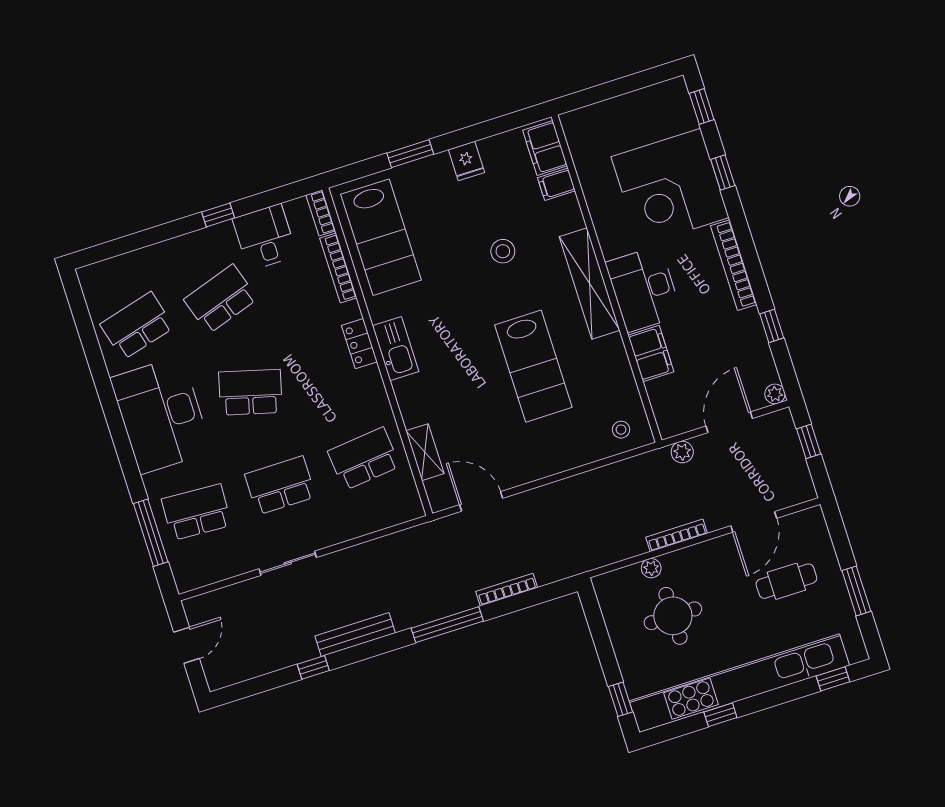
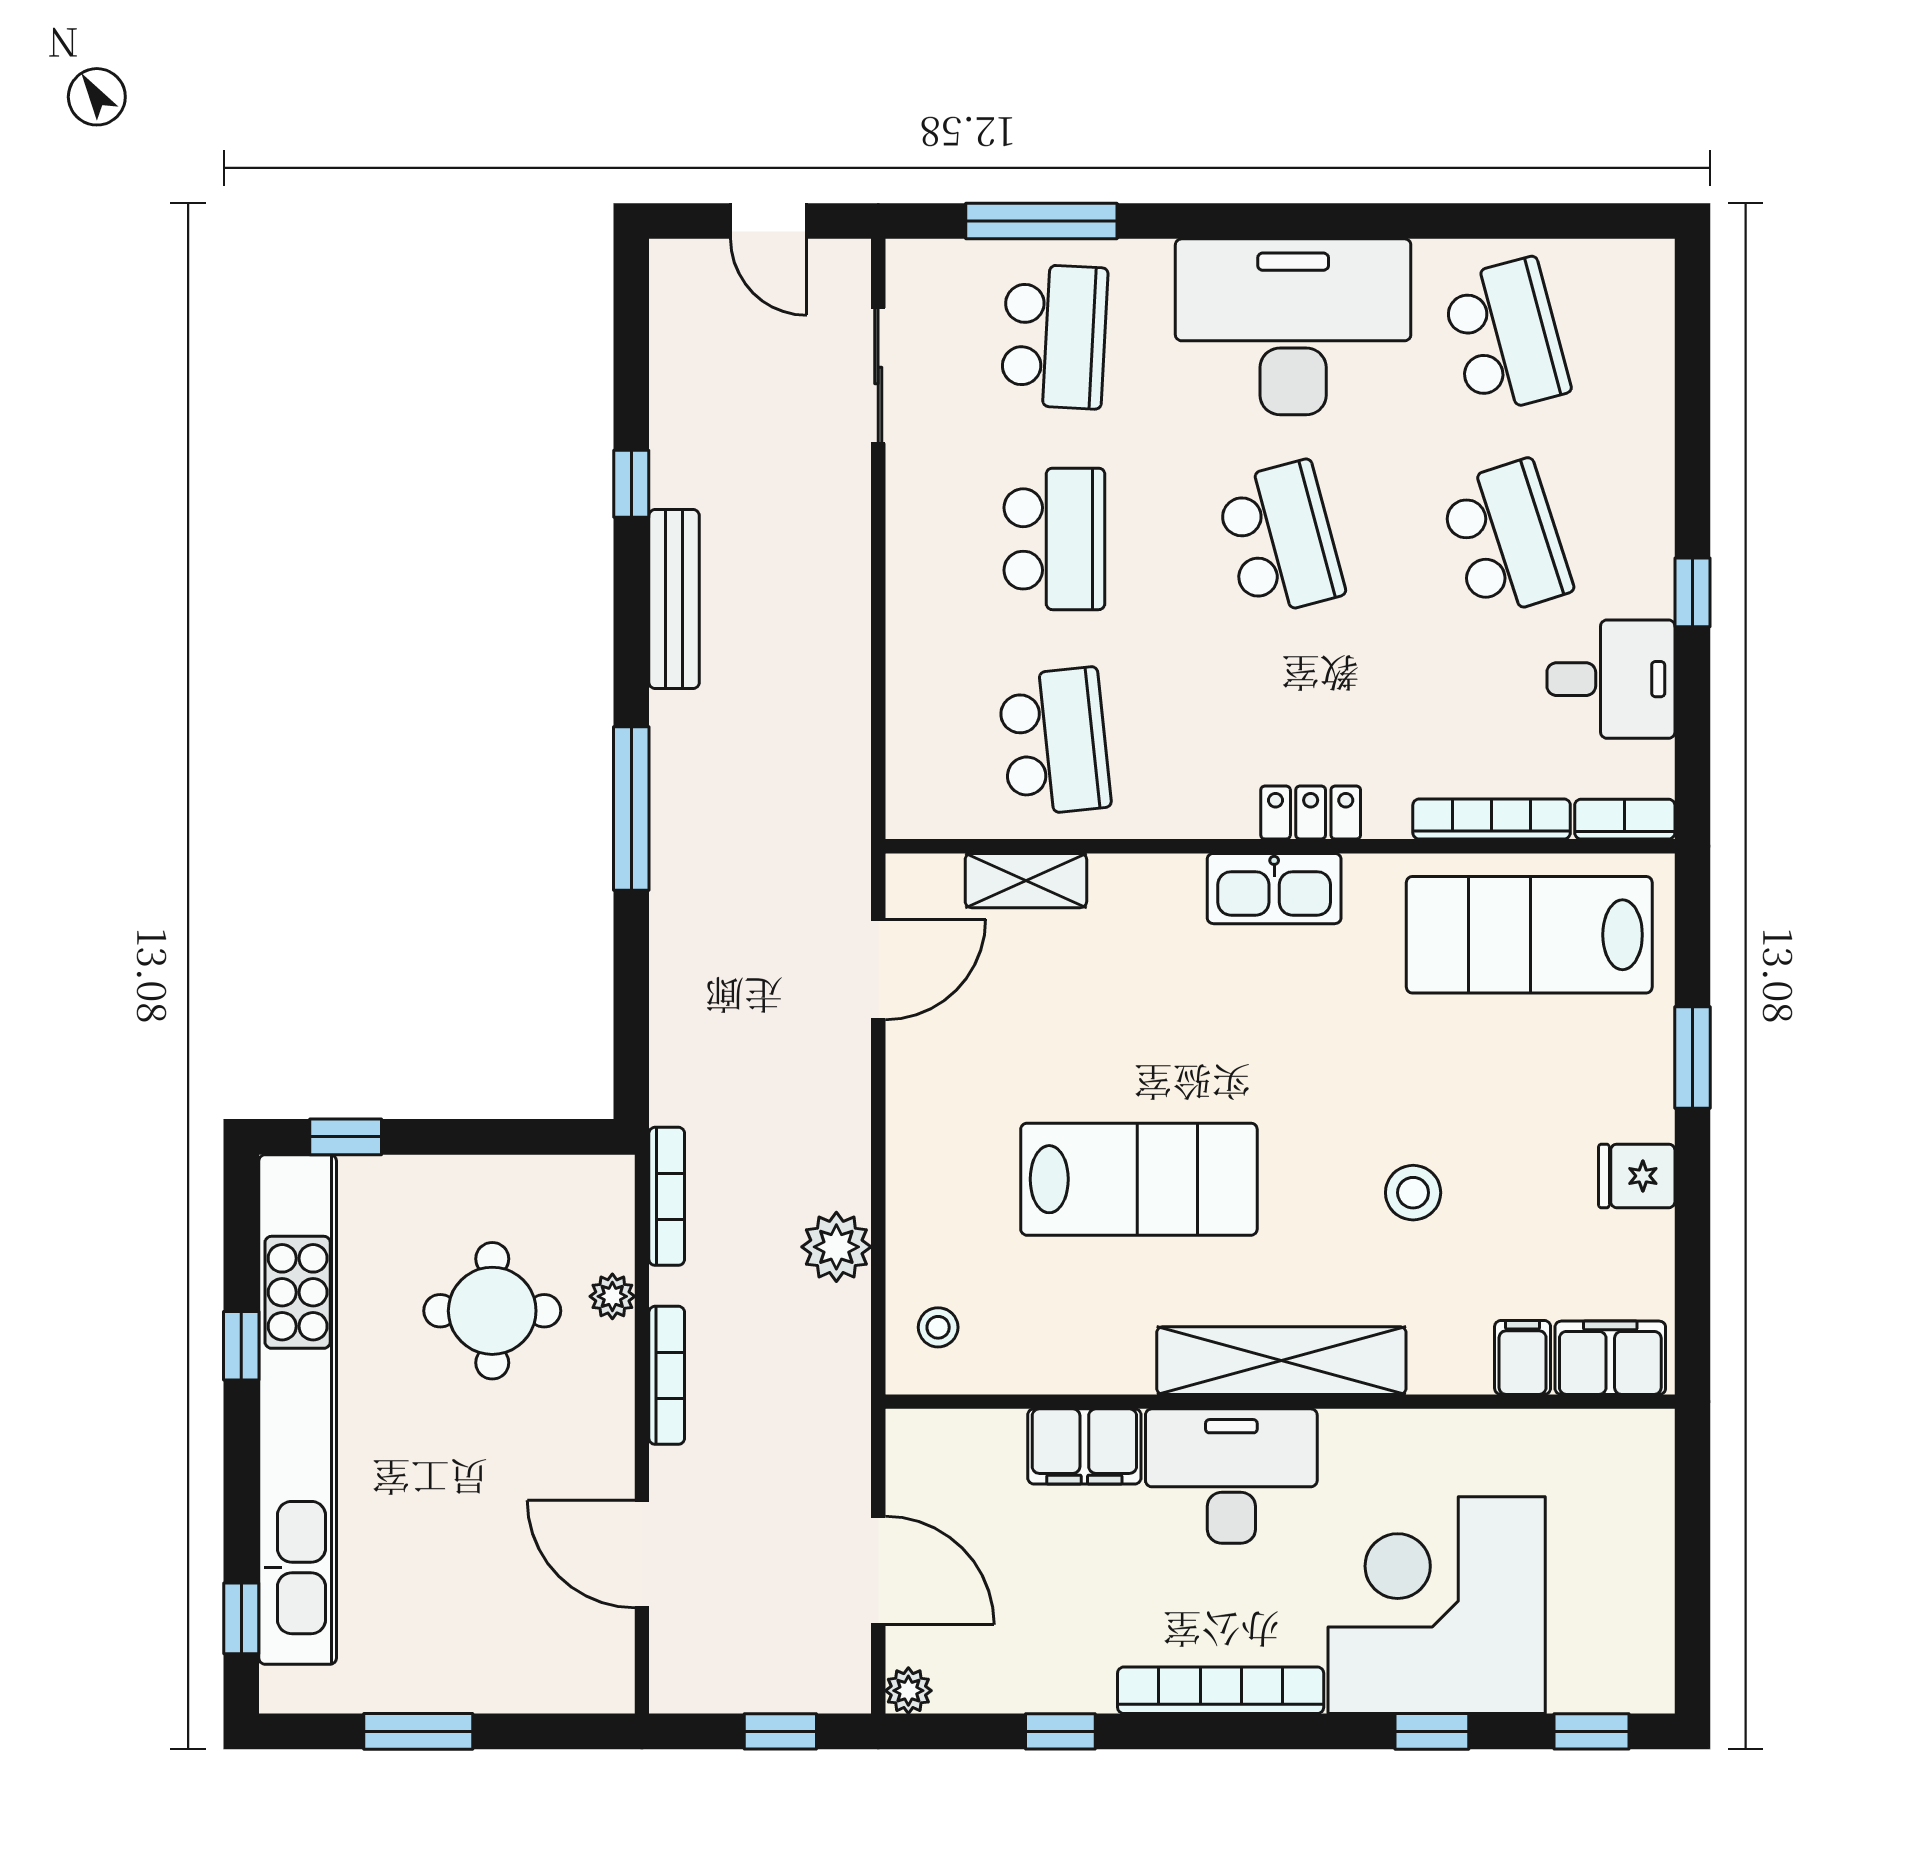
lab bench: (533, 366) -> (1139, 1179), turned 180
school desk: (250, 392) -> (1280, 539), turned -30
plant: (682, 452) -> (836, 1247), moved, width x1.38, depth x1.38
sliding door: (288, 563) -> (878, 376), moved
cafe table: (786, 581) -> (489, 1585), removed
bookcase: (507, 590) -> (667, 1196), moved

